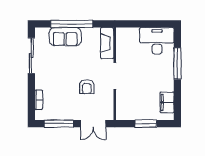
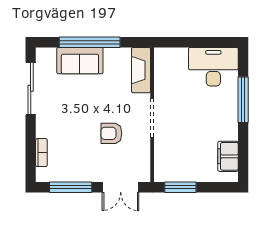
armchair: (87, 87) -> (111, 133), turned 90
window: (146, 124) -> (180, 187), moved

